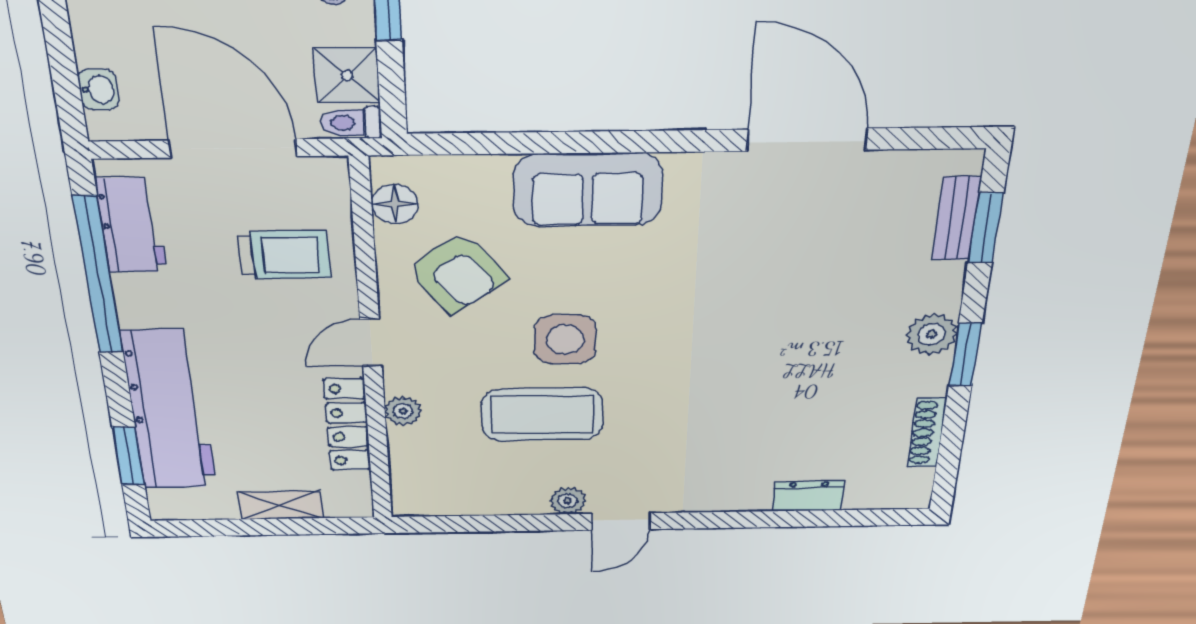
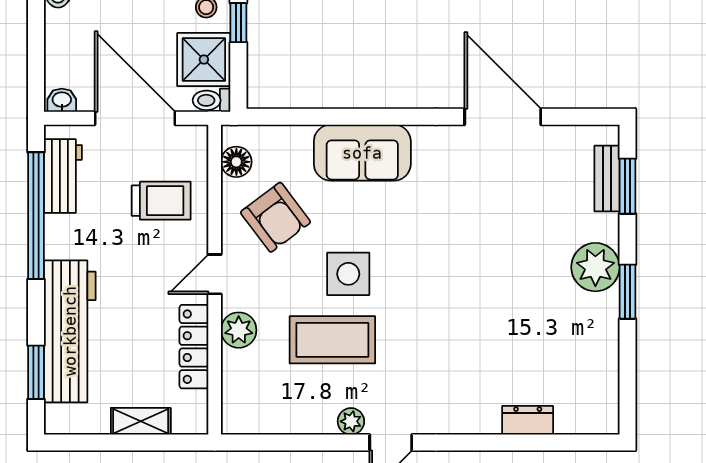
shower: (347, 76) -> (204, 60), width x1.36, depth x1.36
washbasin: (98, 89) -> (62, 100), moved, turned -90
plant: (932, 334) -> (595, 267), width x1.36, depth x1.36
plant: (403, 411) -> (239, 330), width x1.38, depth x1.38
shoe rack: (927, 433) -> (609, 362), removed

